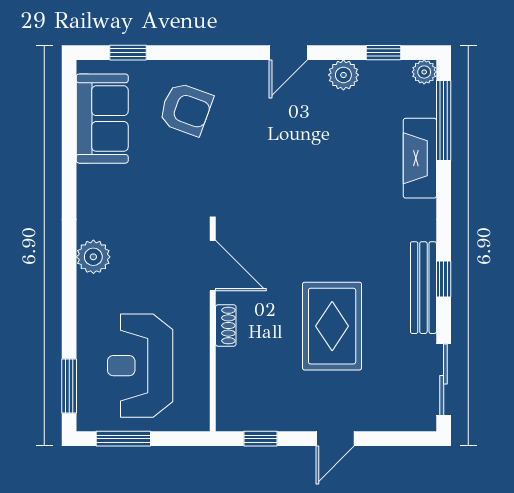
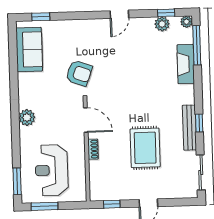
plant: (343, 75) -> (162, 24), moved
armchair: (186, 109) -> (79, 73), moved

